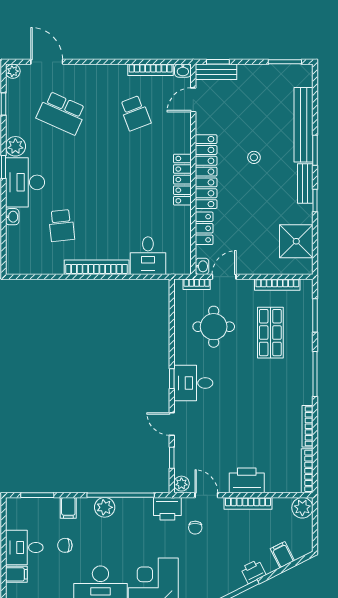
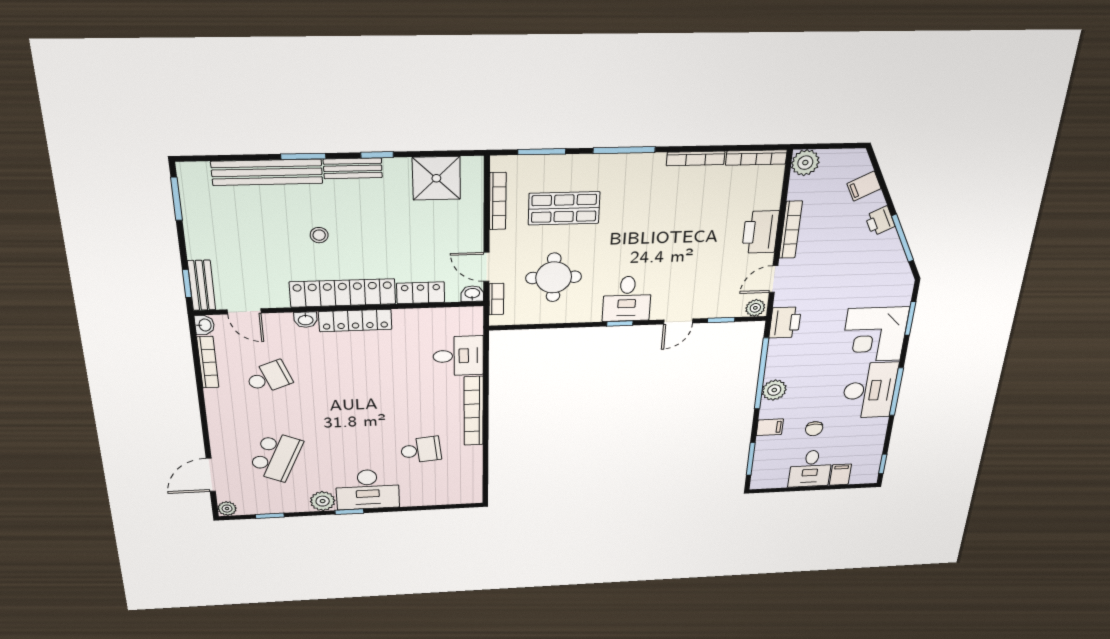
washbasin: (12, 217) -> (306, 320), moved, turned 180
chair: (195, 528) -> (813, 290), removed

